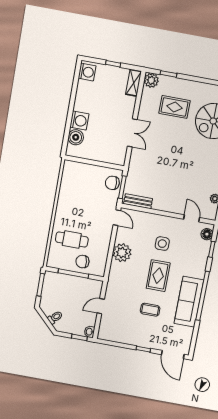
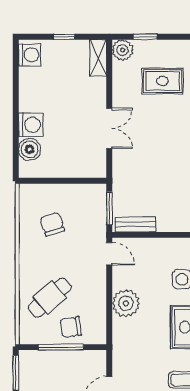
chair: (112, 183) -> (52, 224), moved, turned 76
cafe table: (72, 240) -> (50, 298), turned -41

